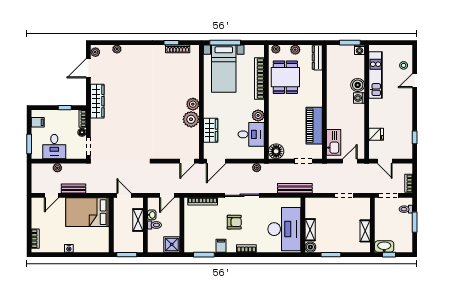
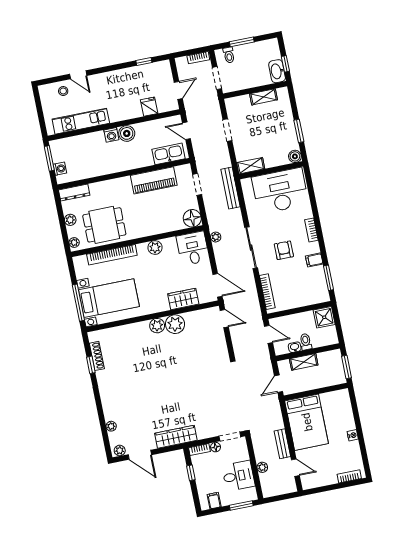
washing machine: (360, 50) -> (60, 169), moved
boiler: (358, 85) -> (127, 133), moved
desk: (251, 134) -> (193, 248), moved
shelving: (310, 230) -> (251, 166), moved

